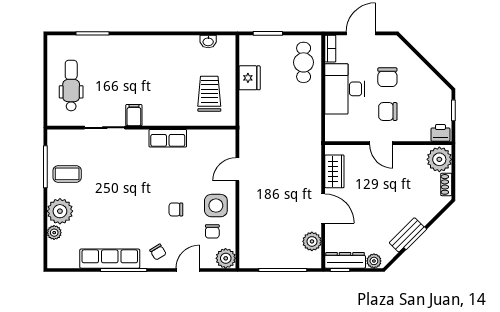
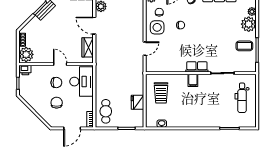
desk: (345, 89) -> (82, 82), moved
filing cabinet: (134, 115) -> (193, 80), moved
row of seats: (168, 138) -> (197, 67), moved

